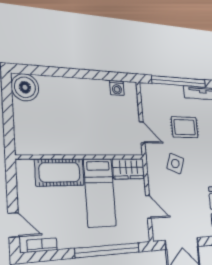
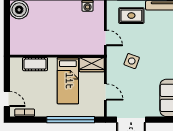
rug: (185, 127) -> (131, 16), moved
cot: (60, 172) -> (35, 64), width x0.73, depth x0.75

